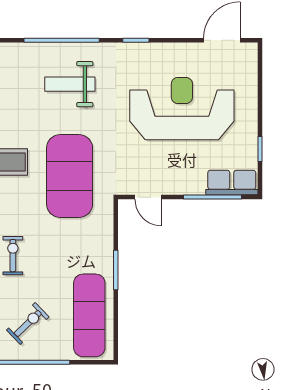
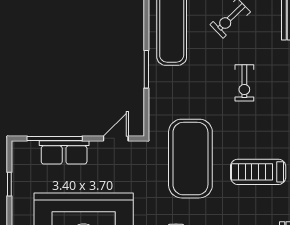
row of seats: (232, 183) -> (64, 152), moved
door: (148, 197) -> (116, 138), hinge flipped

